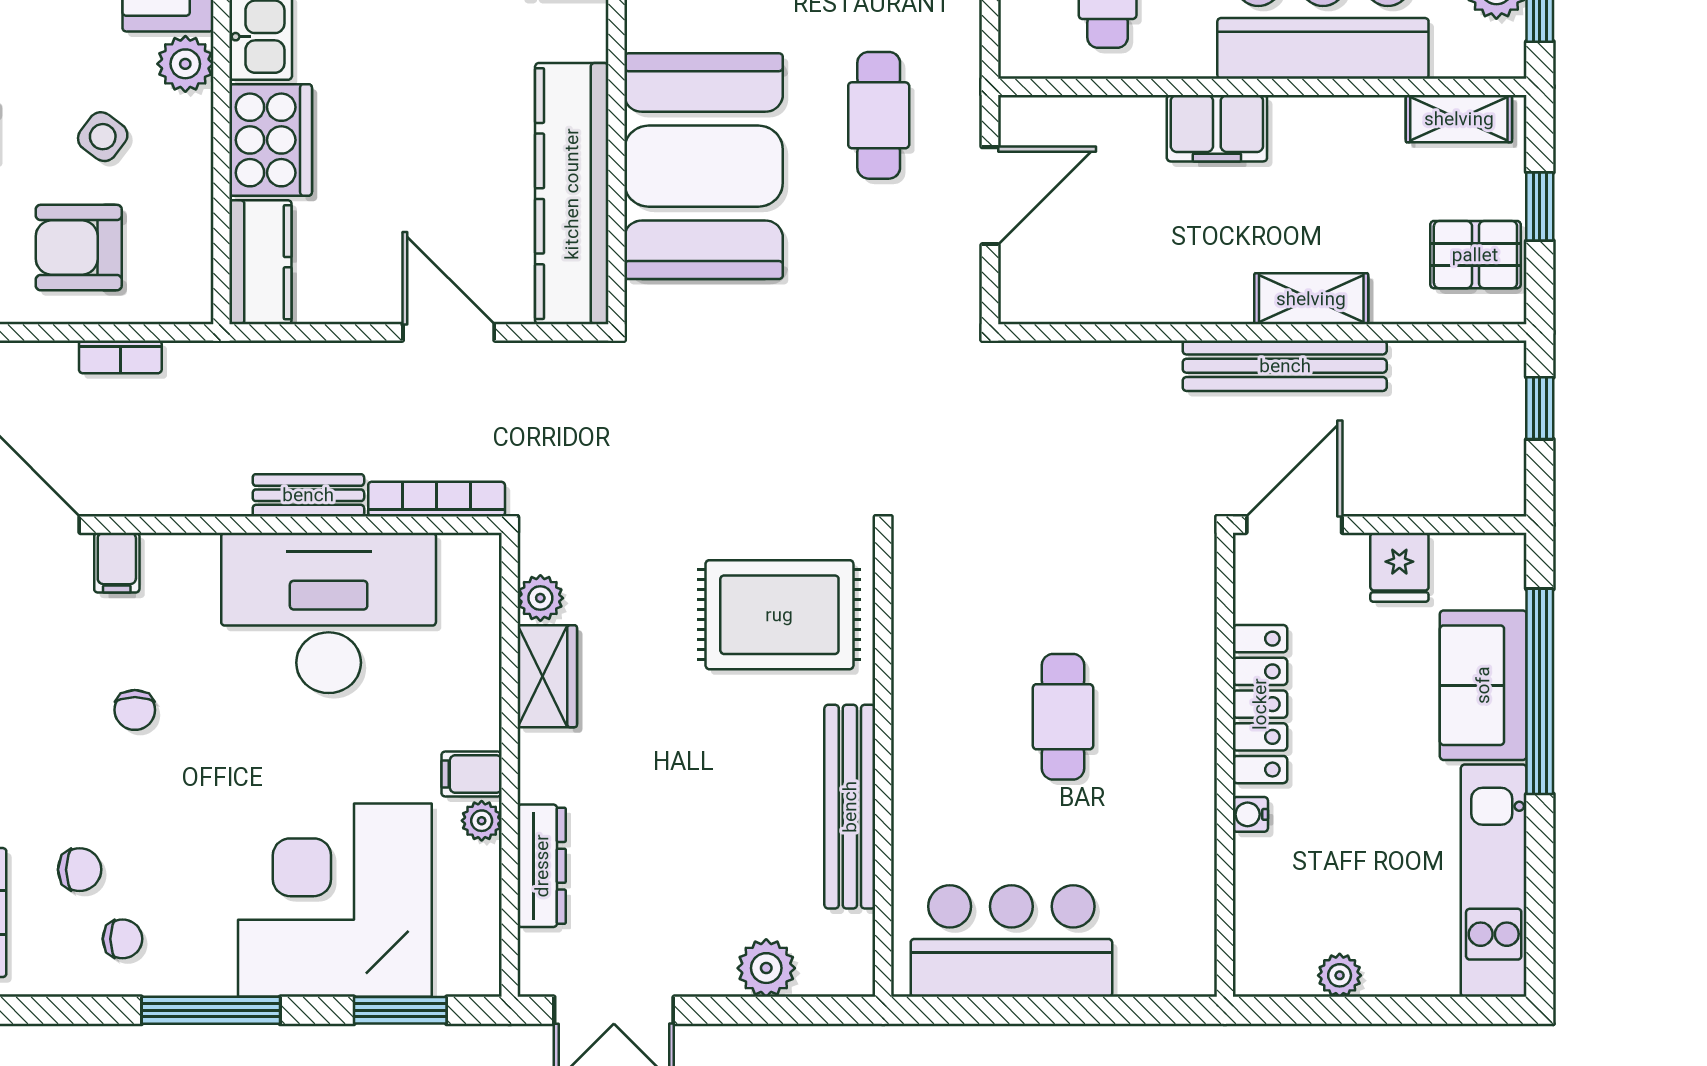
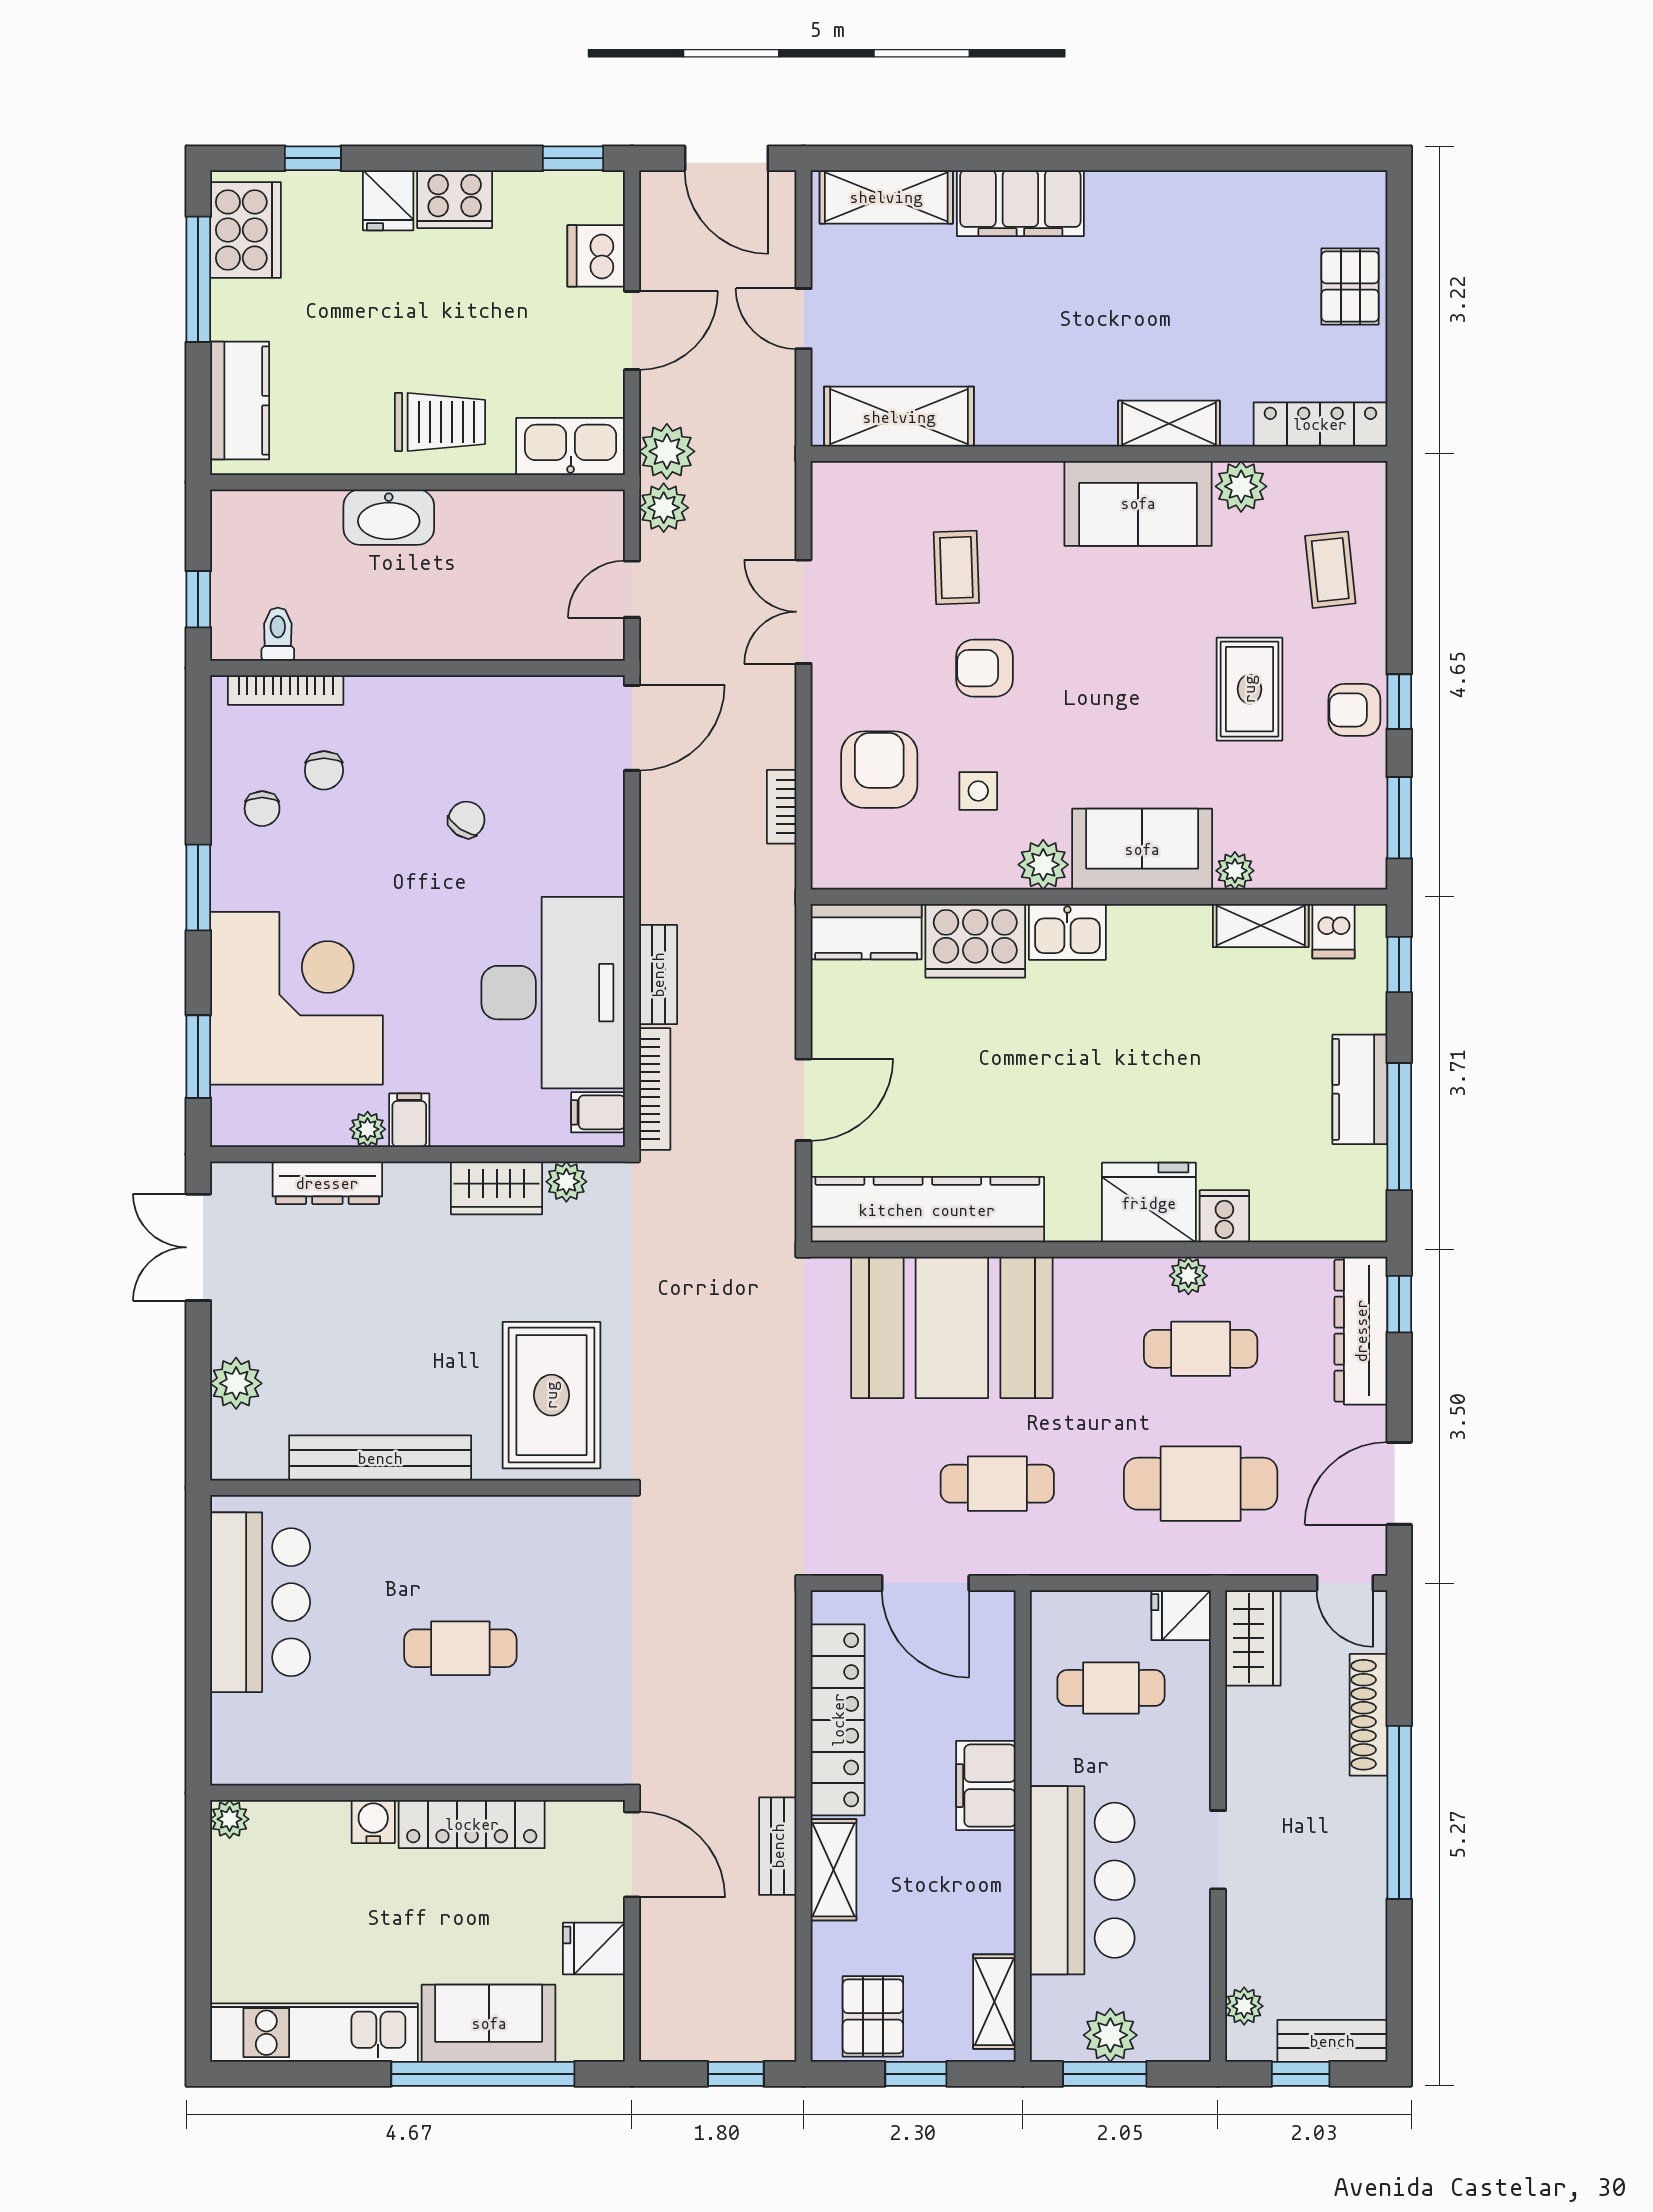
side table: (103, 137) -> (978, 791), turned -37
locker: (1143, 294) -> (838, 1720), added
bench: (1285, 366) -> (778, 1846), width x0.54, depth x0.82
filing cabinet: (117, 563) -> (598, 1112), moved
chair: (135, 710) -> (466, 820), turned 124
water cooler: (1250, 814) -> (373, 1821), width x1.38, depth x1.38
plant: (1340, 975) -> (230, 1819), moved
window: (211, 1010) -> (198, 887), width x0.69

